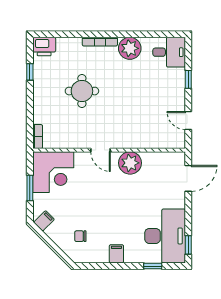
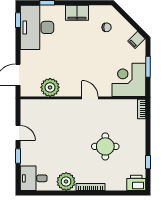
door: (188, 121) -> (18, 133), moved
plant: (130, 163) -> (50, 87), moved
filing cabinet: (116, 254) -> (77, 13), width x2.00

